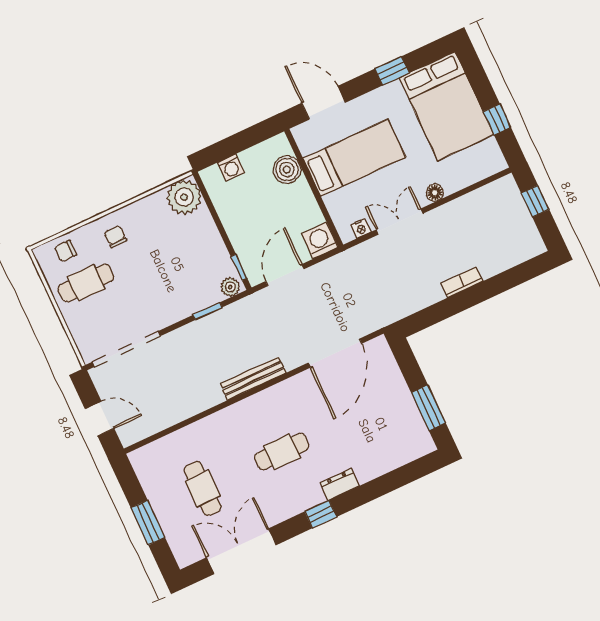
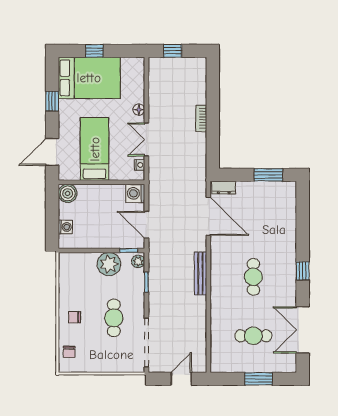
window: (497, 120) -> (94, 51), moved
boiler: (287, 170) -> (68, 193), moved
plant: (184, 197) -> (109, 264), moved
cafe table: (86, 283) -> (114, 318), moved
dresser: (340, 484) -> (224, 188), moved, turned -90

